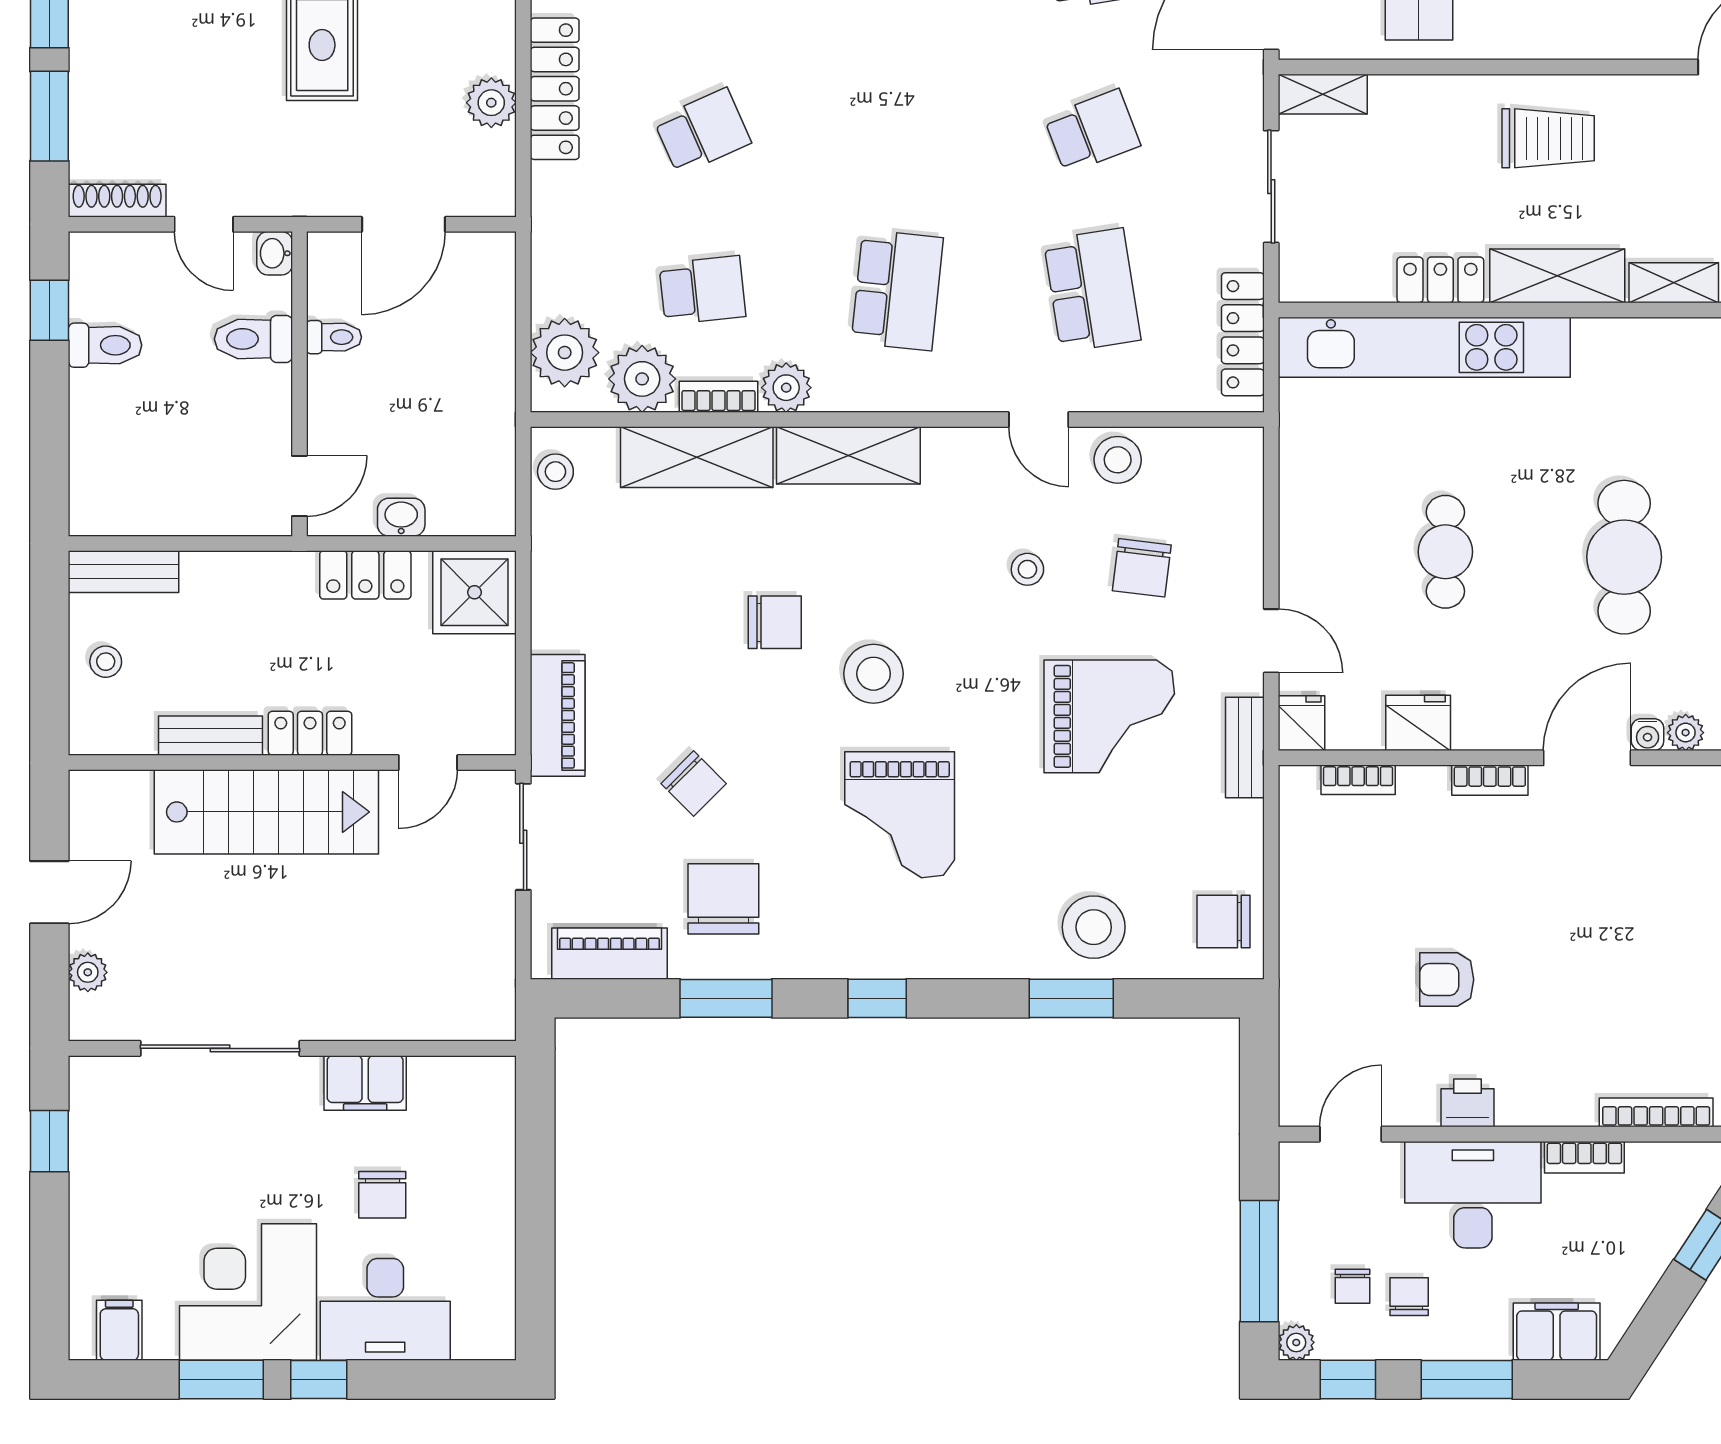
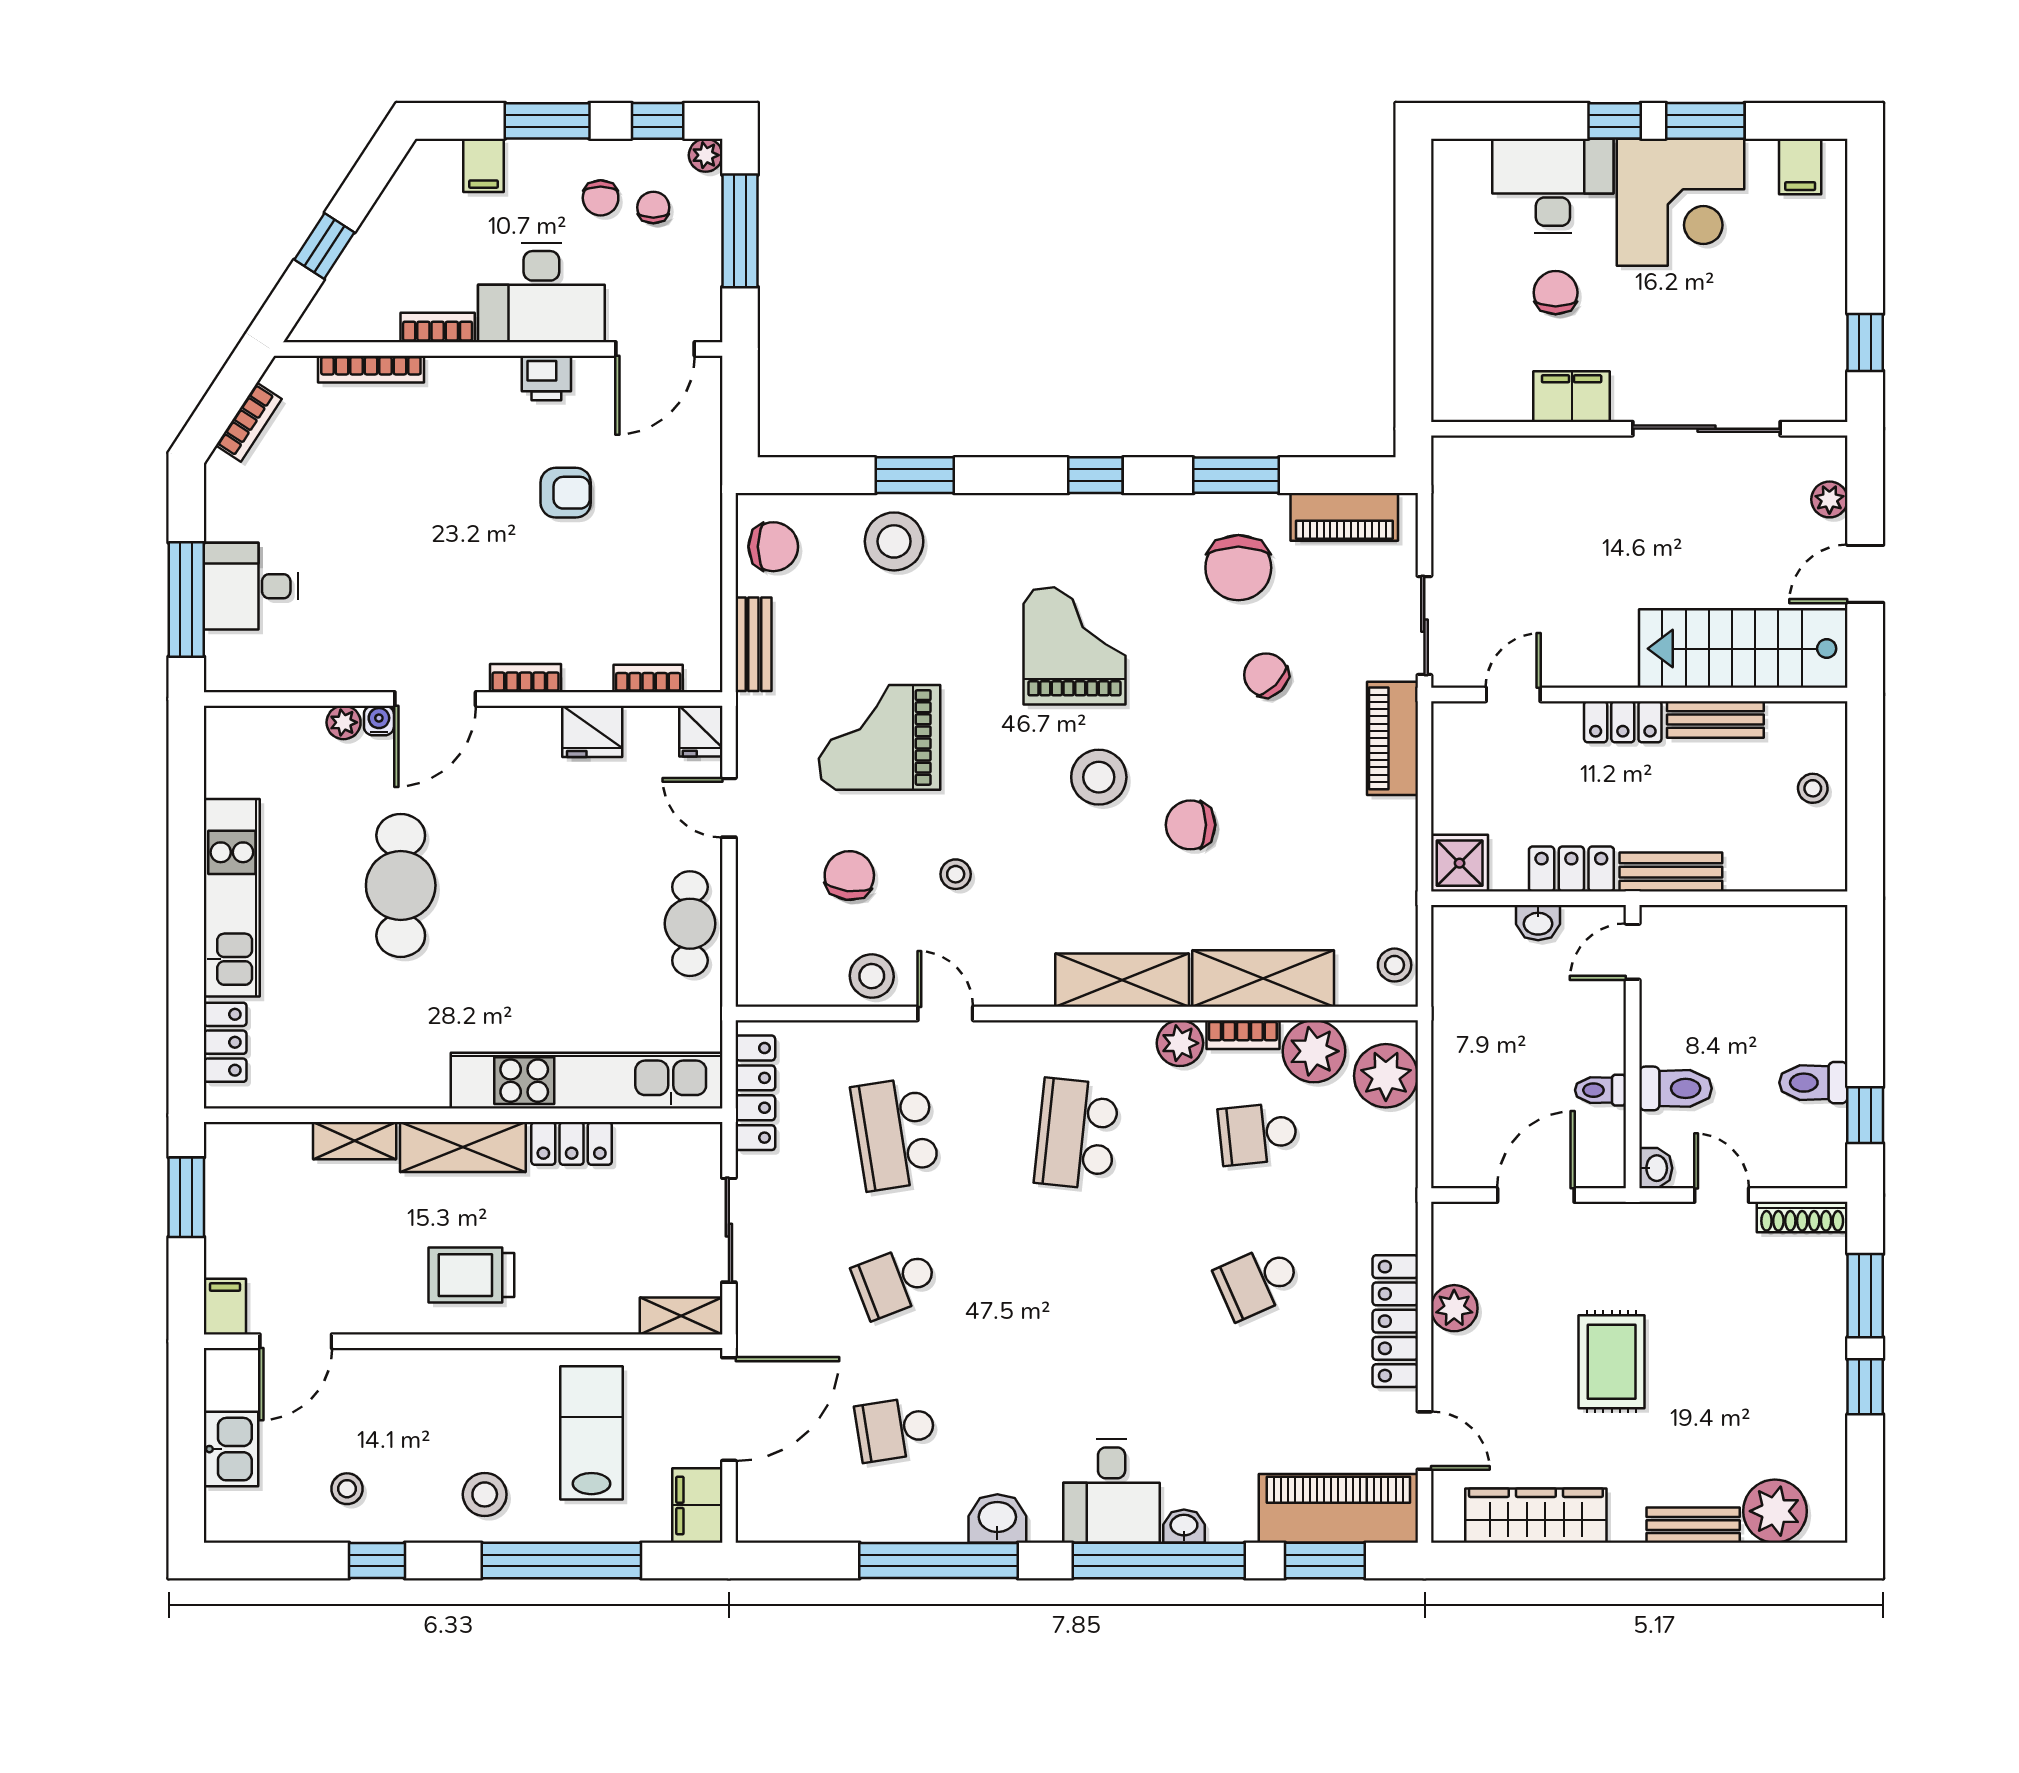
cafe table: (1445, 552) -> (690, 924), moved
bench: (123, 572) -> (1671, 872), moved
shower: (474, 592) -> (1460, 863), width x0.73, depth x0.73
bench: (1245, 748) -> (753, 644), moved
stairs: (266, 812) -> (1743, 649), moved
door: (1351, 1134) -> (655, 349), width x1.38
filing cabinet: (1557, 1332) -> (484, 165), width x0.50

